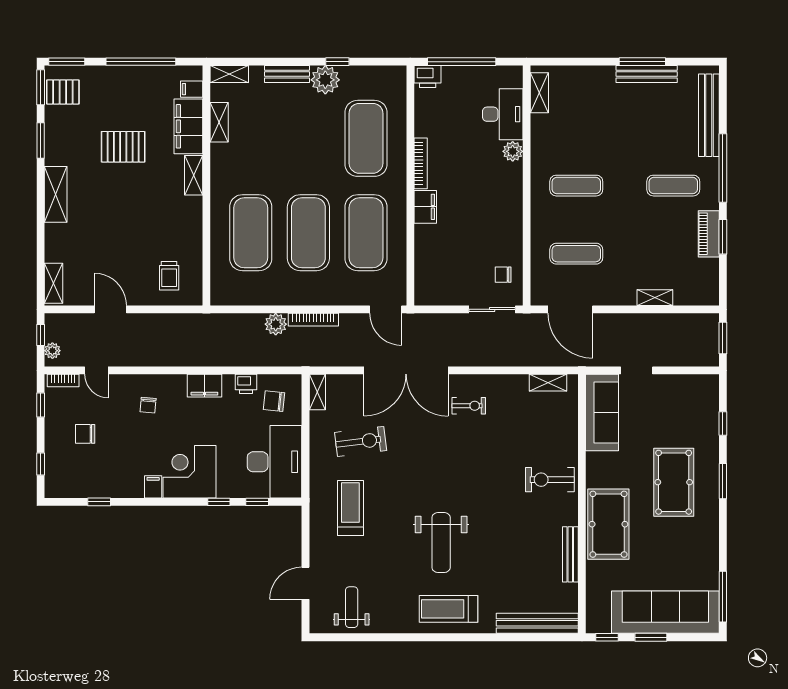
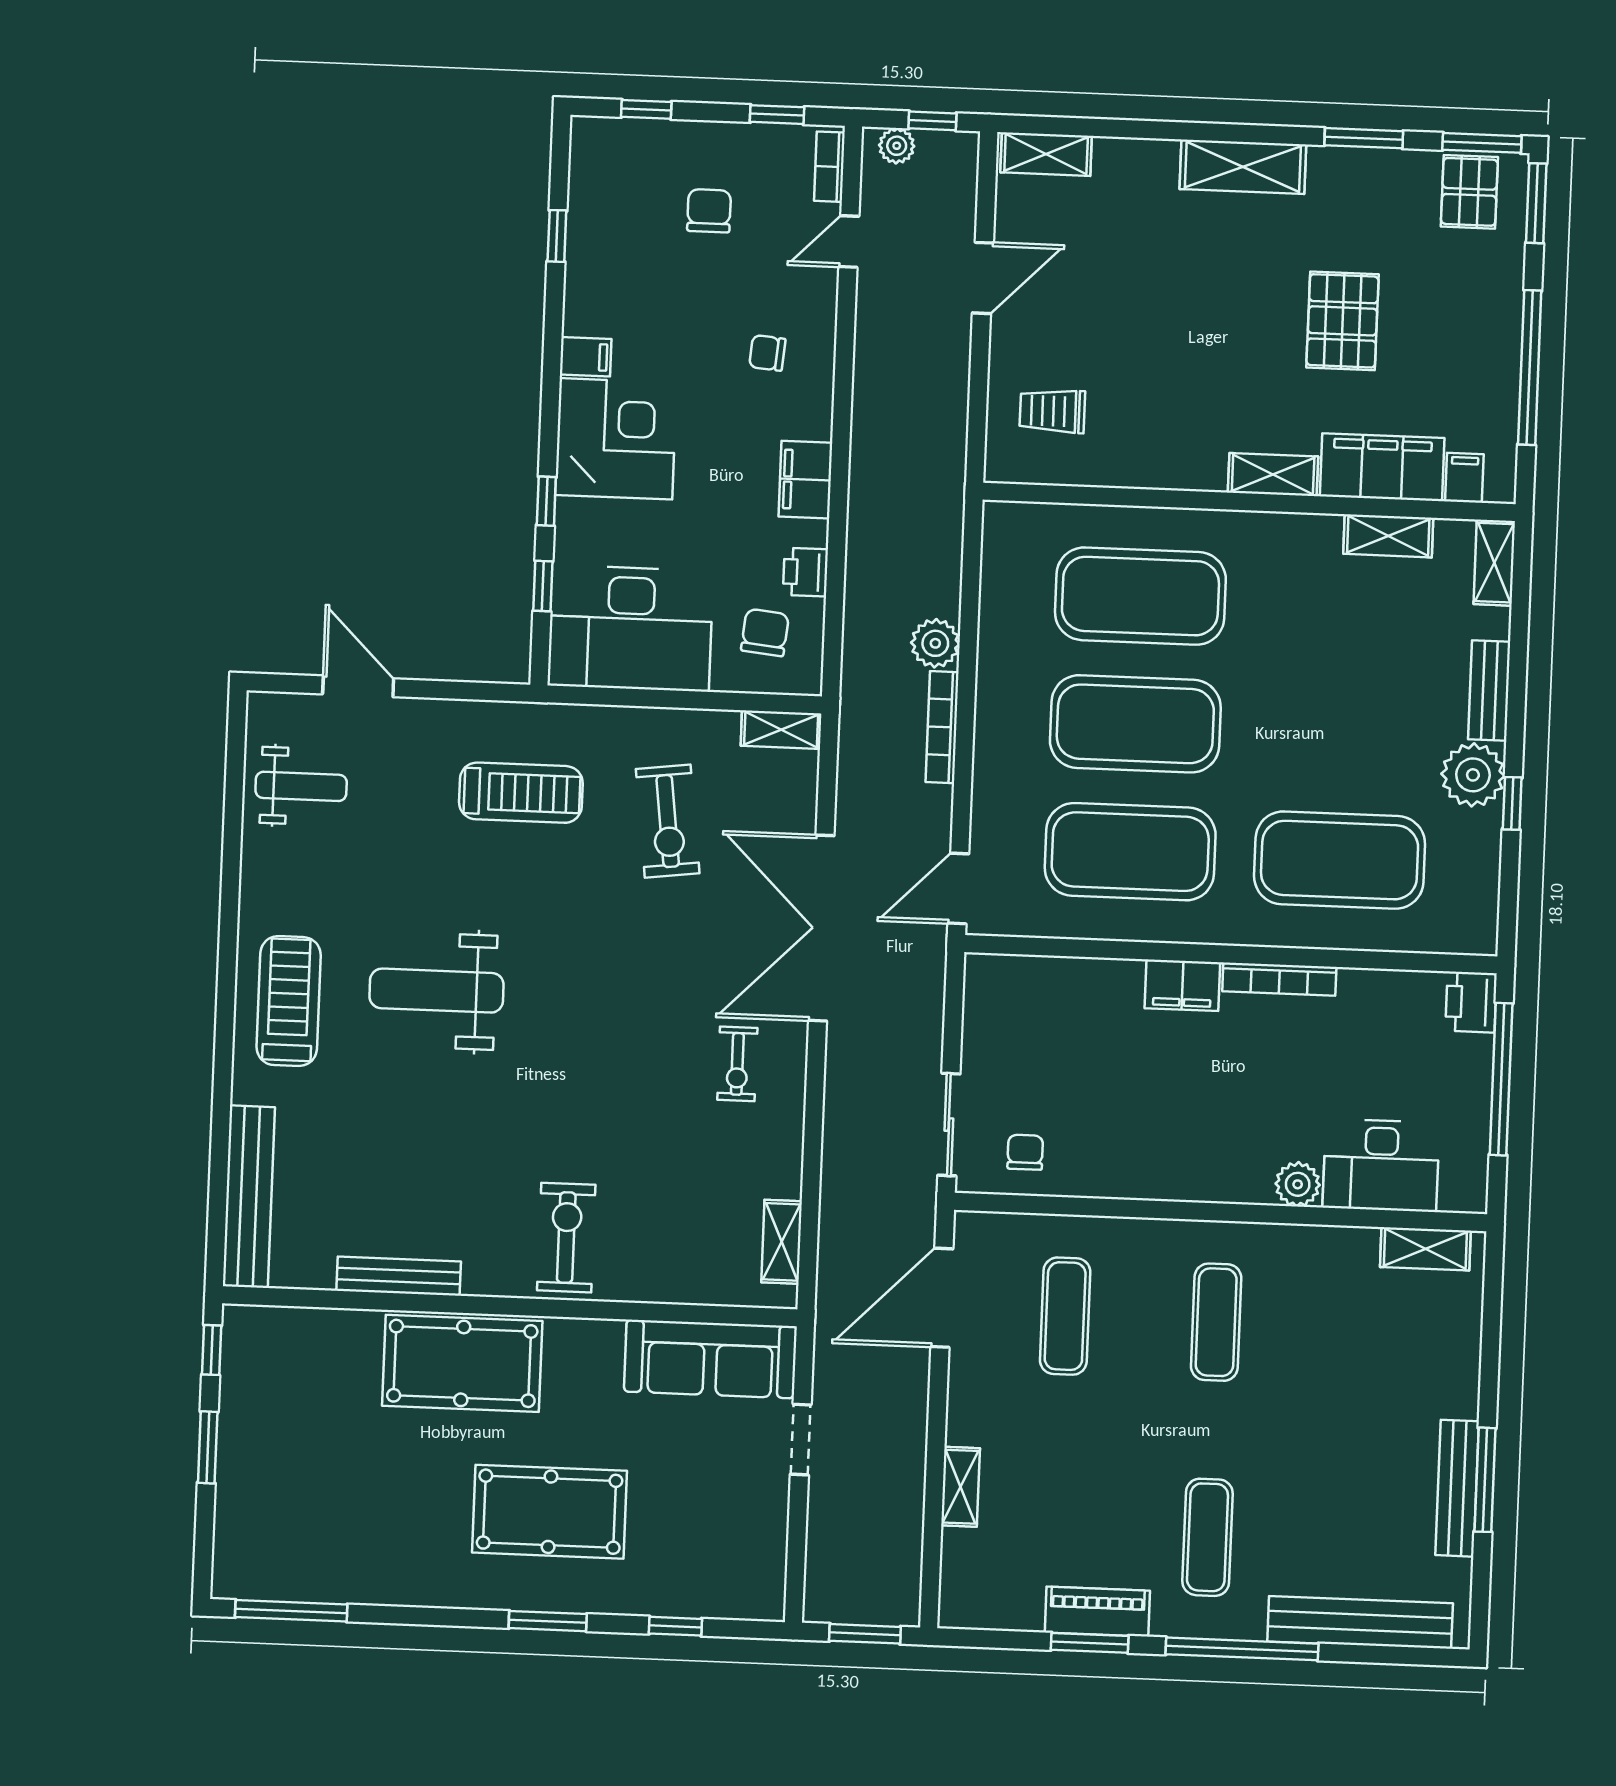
sofa: (665, 612) -> (262, 1482), removed

